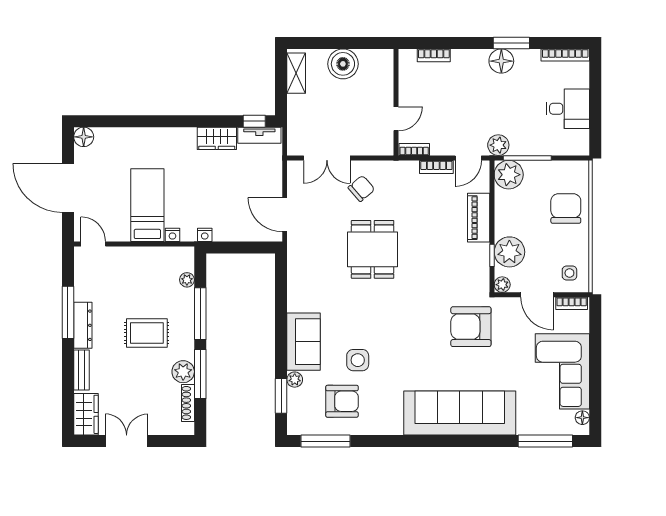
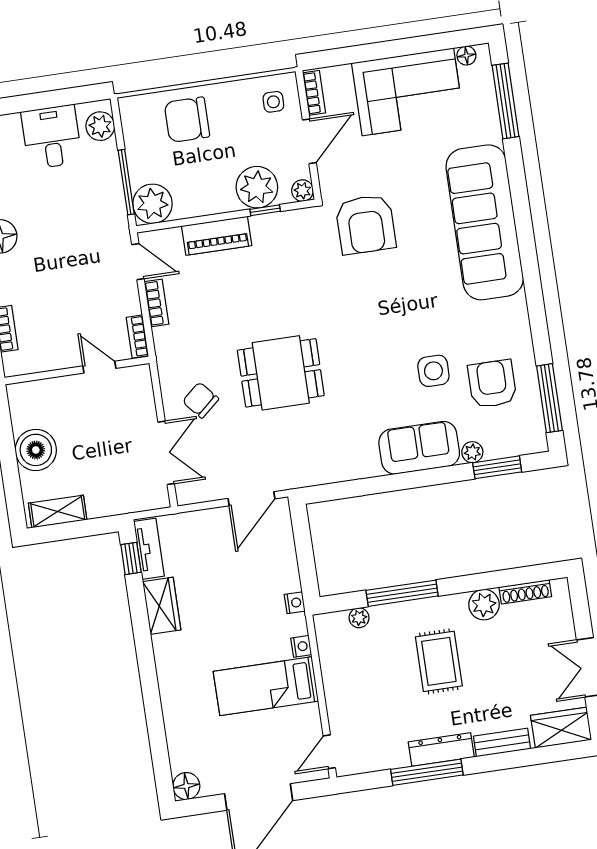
plant: (498, 145) -> (100, 126), moved
window: (200, 374) -> (484, 581), removed

